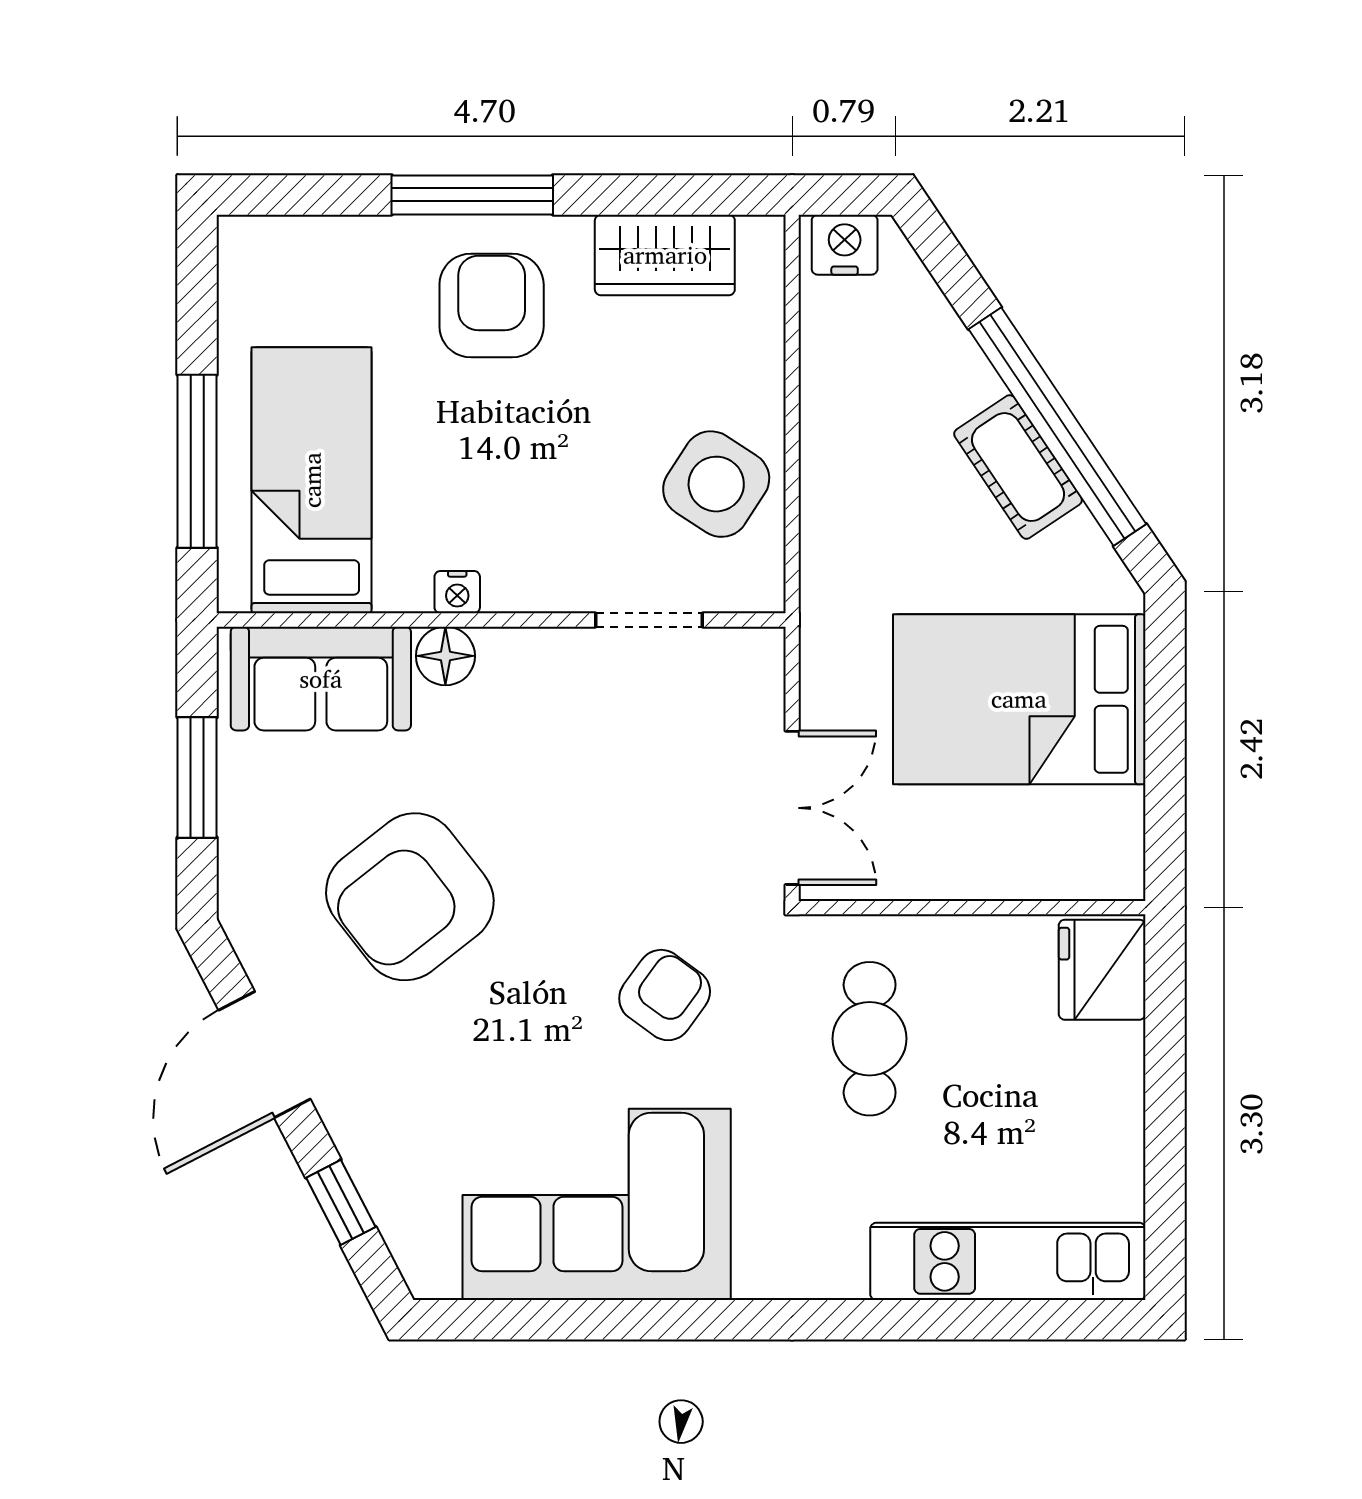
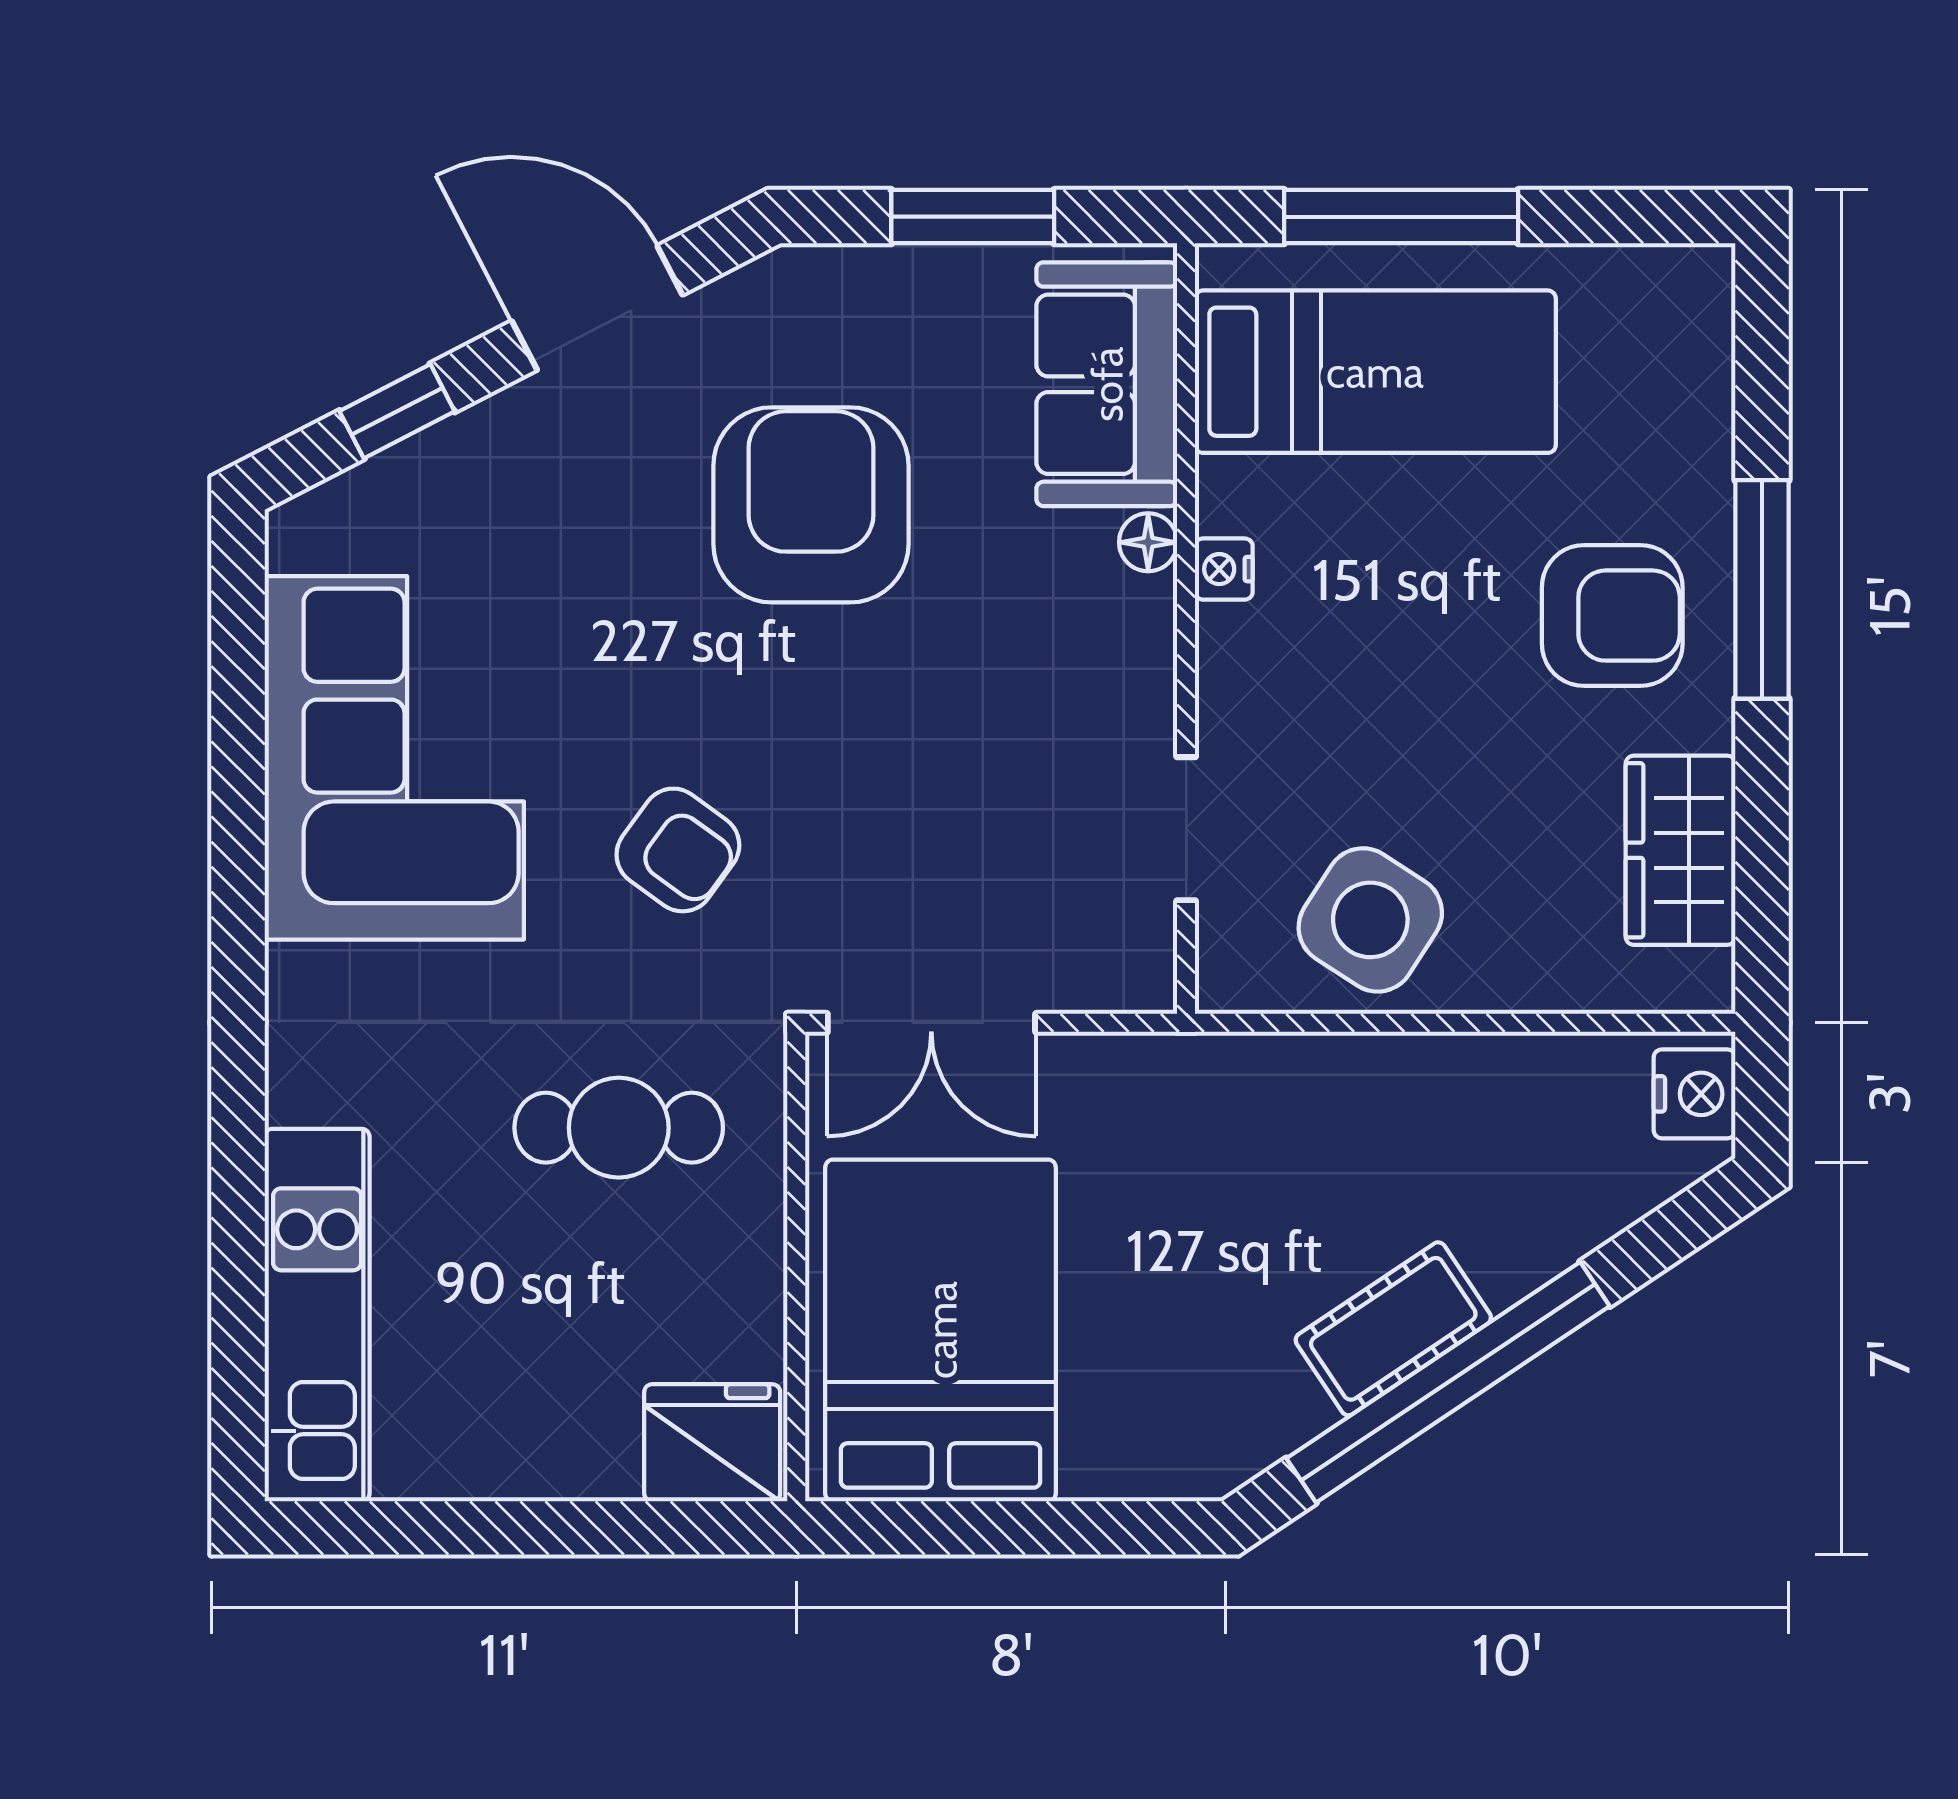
floor lamp: (445, 656) -> (1148, 542), width x0.73, depth x0.73
bed: (1019, 699) -> (941, 1330), moved
armchair: (410, 897) -> (811, 505), turned 38

